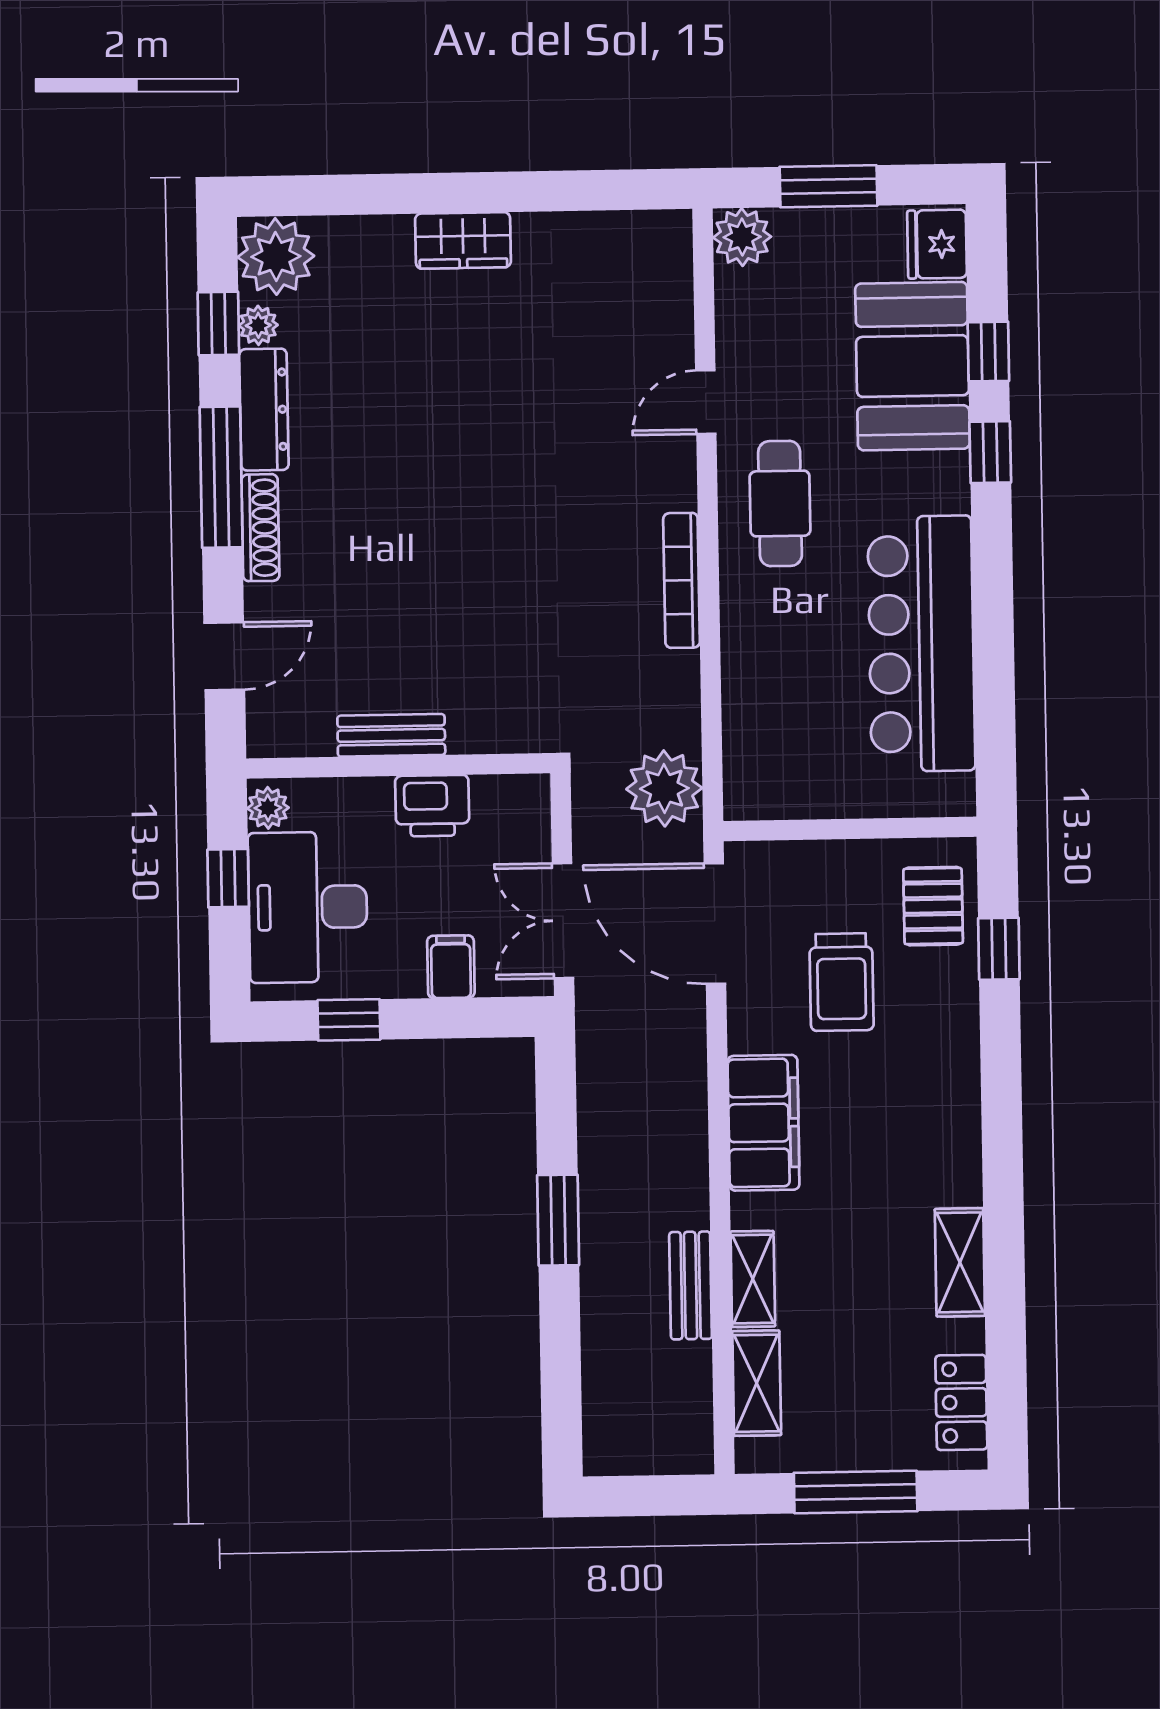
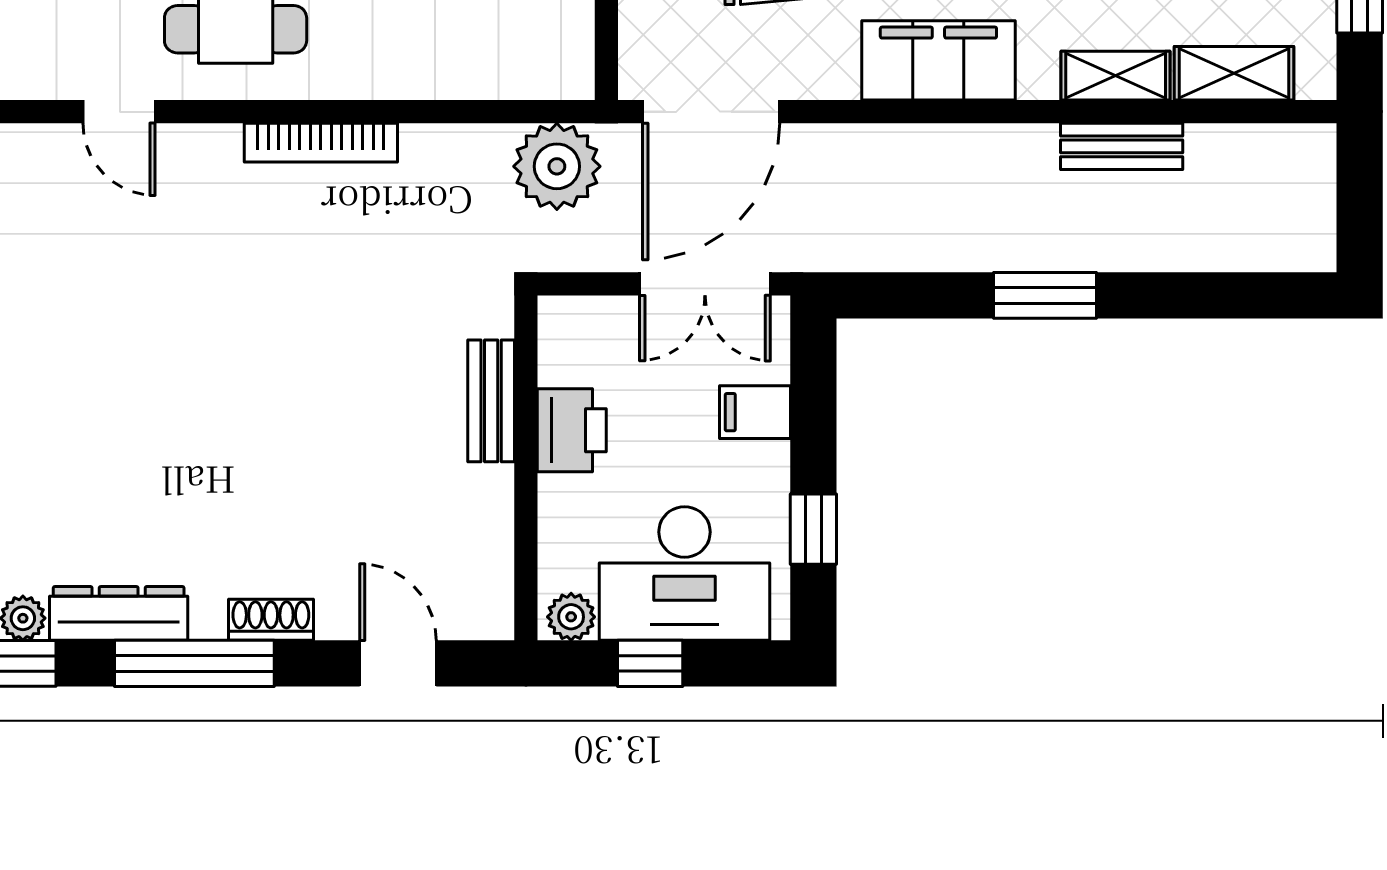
shoe rack: (260, 528) -> (271, 620), width x0.70
bench: (391, 735) -> (491, 401), moved

